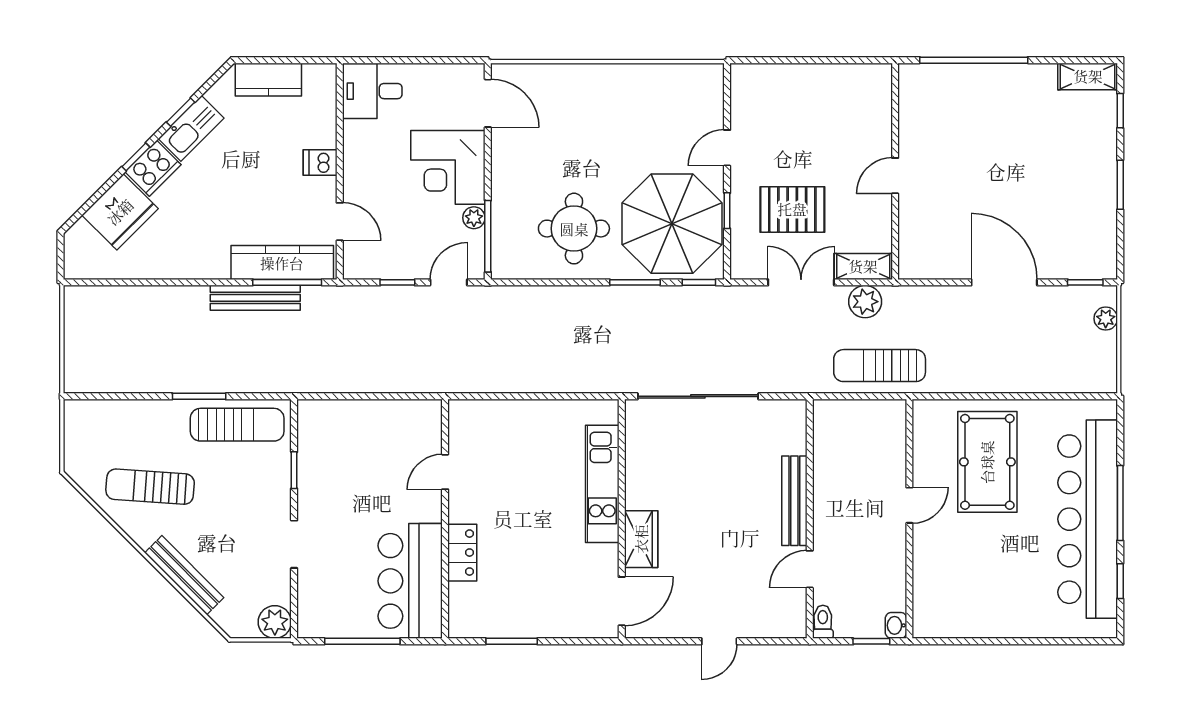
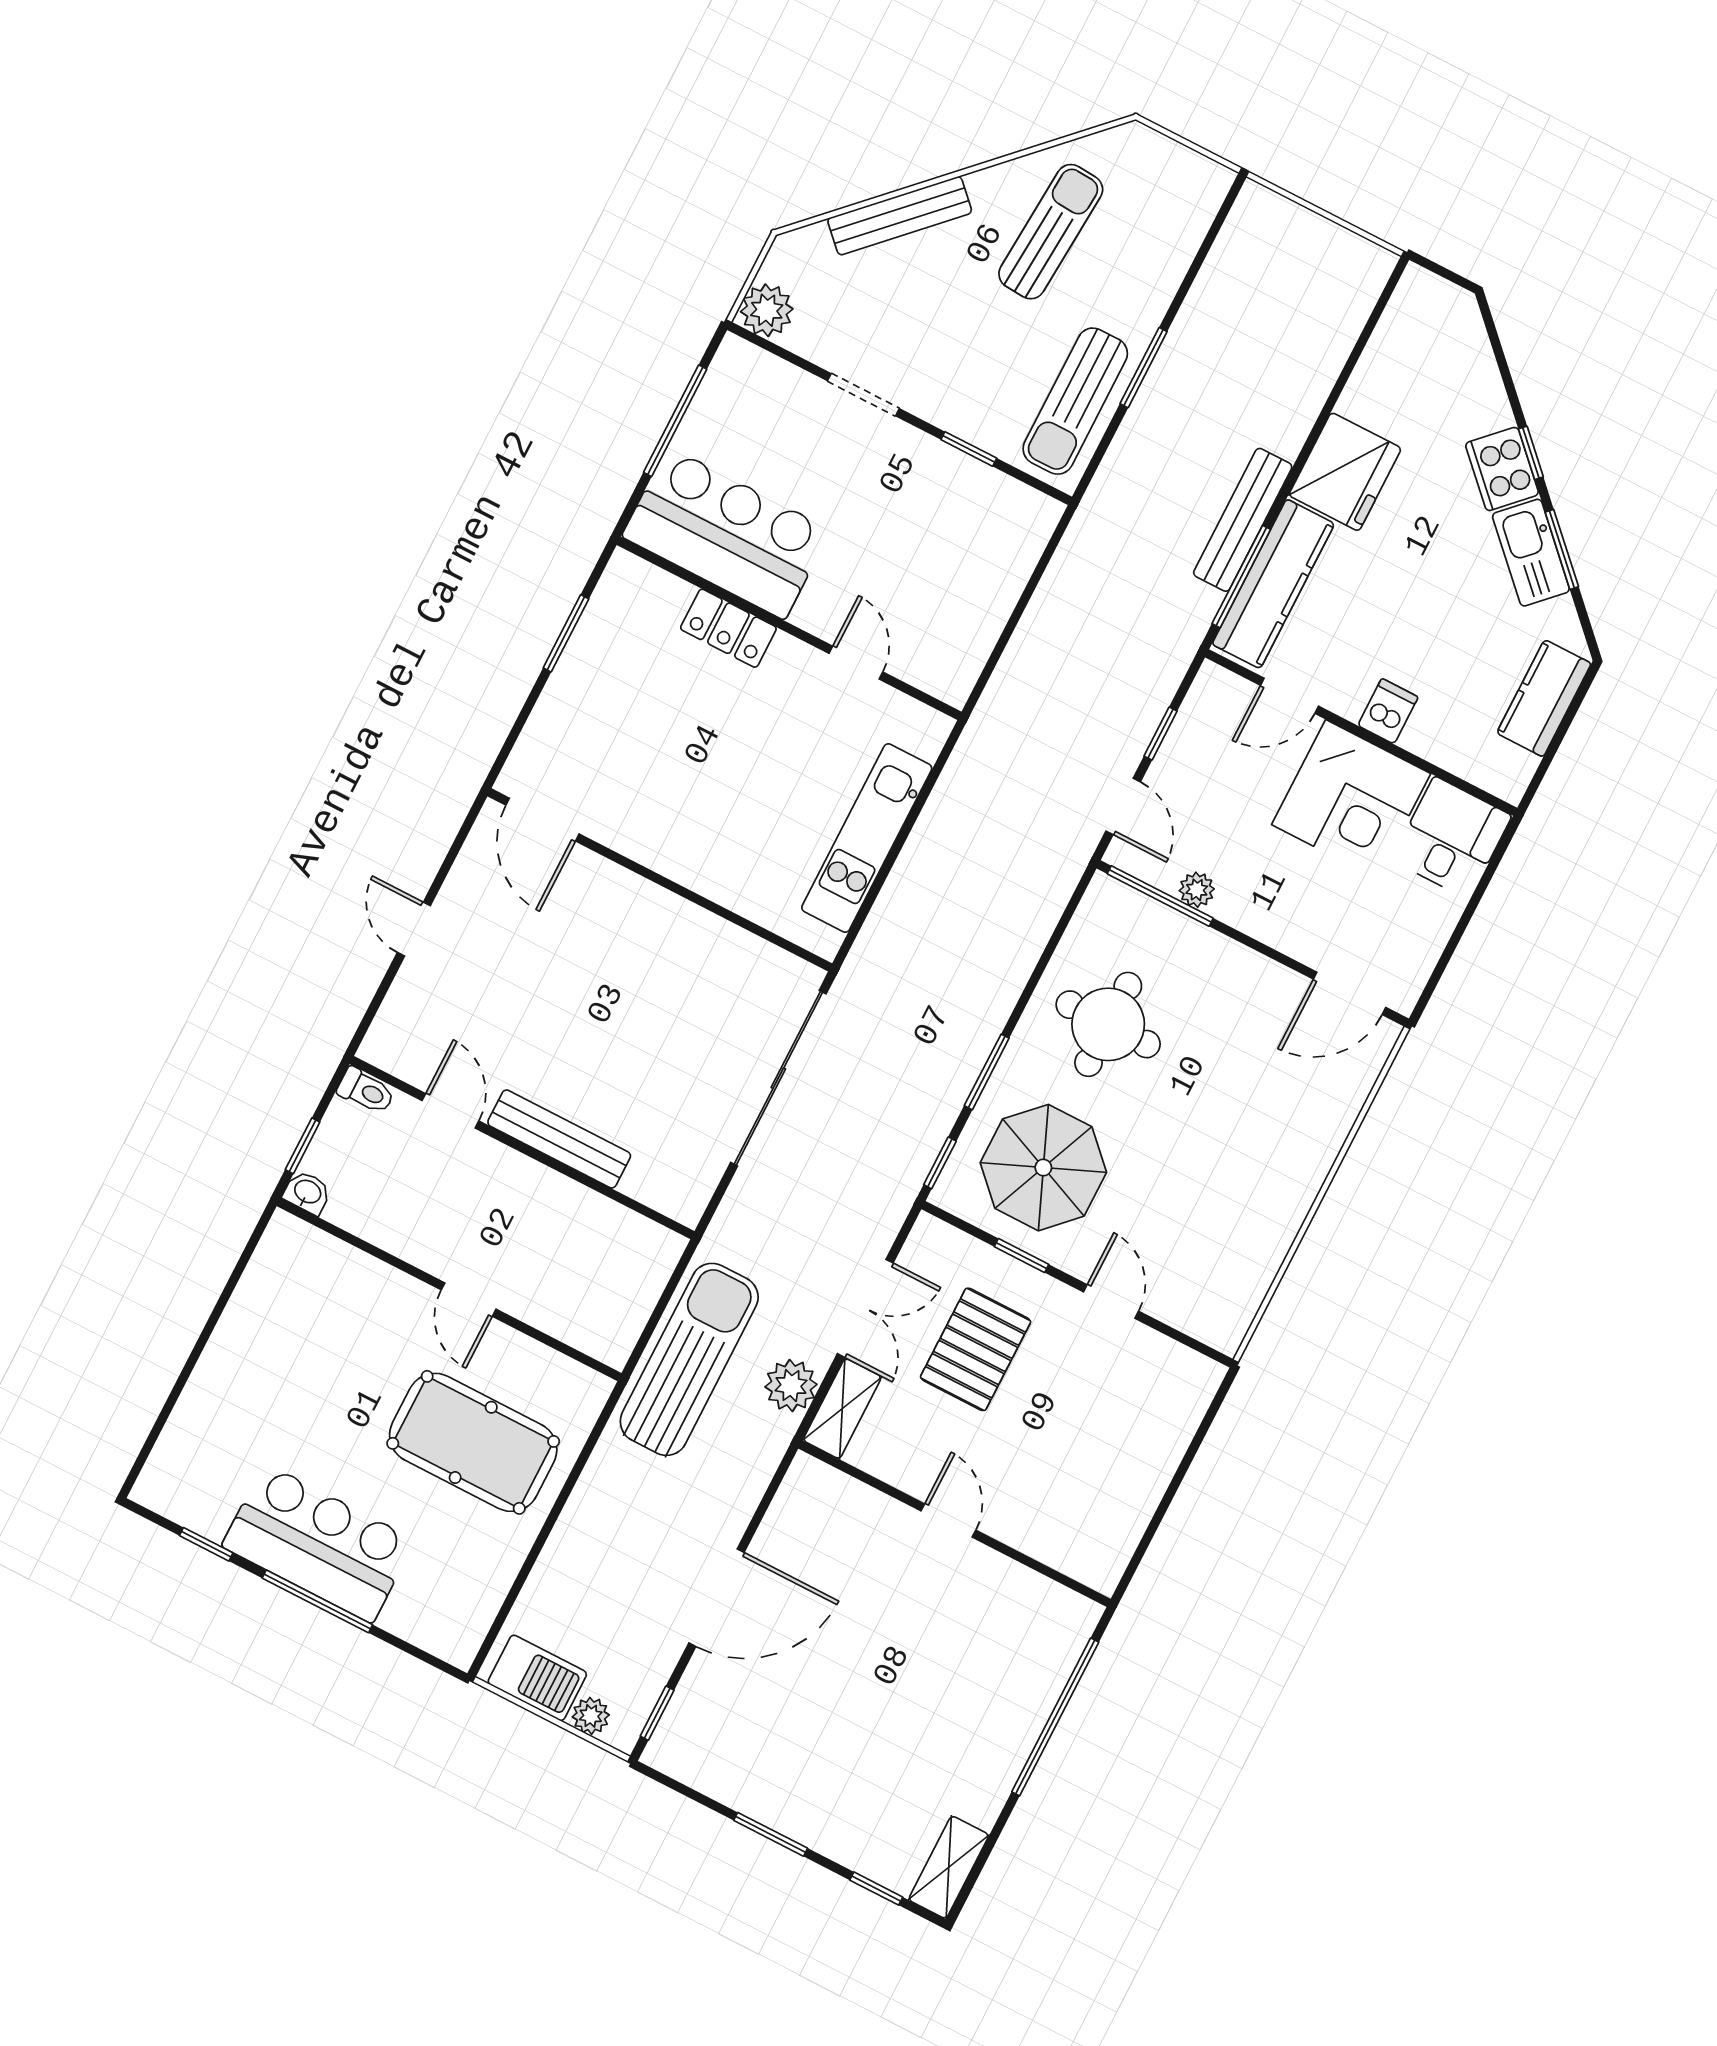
window: (181, 112) -> (1562, 549), width x1.50
corner desk: (448, 167) -> (1351, 799), moved, turned 180
fridge: (120, 212) -> (1345, 472), moved, turned -135
parasol: (672, 224) -> (1043, 1168), width x0.73, depth x0.73
barbecue: (1100, 359) -> (537, 1678), added
sun lounger: (880, 366) -> (689, 1359), width x1.36, depth x1.34
kitchen unit: (602, 484) -> (867, 838), moved, turned -90
bar counter: (1088, 519) -> (318, 1543), width x0.54
wardrobe: (641, 539) -> (617, 893), removed

